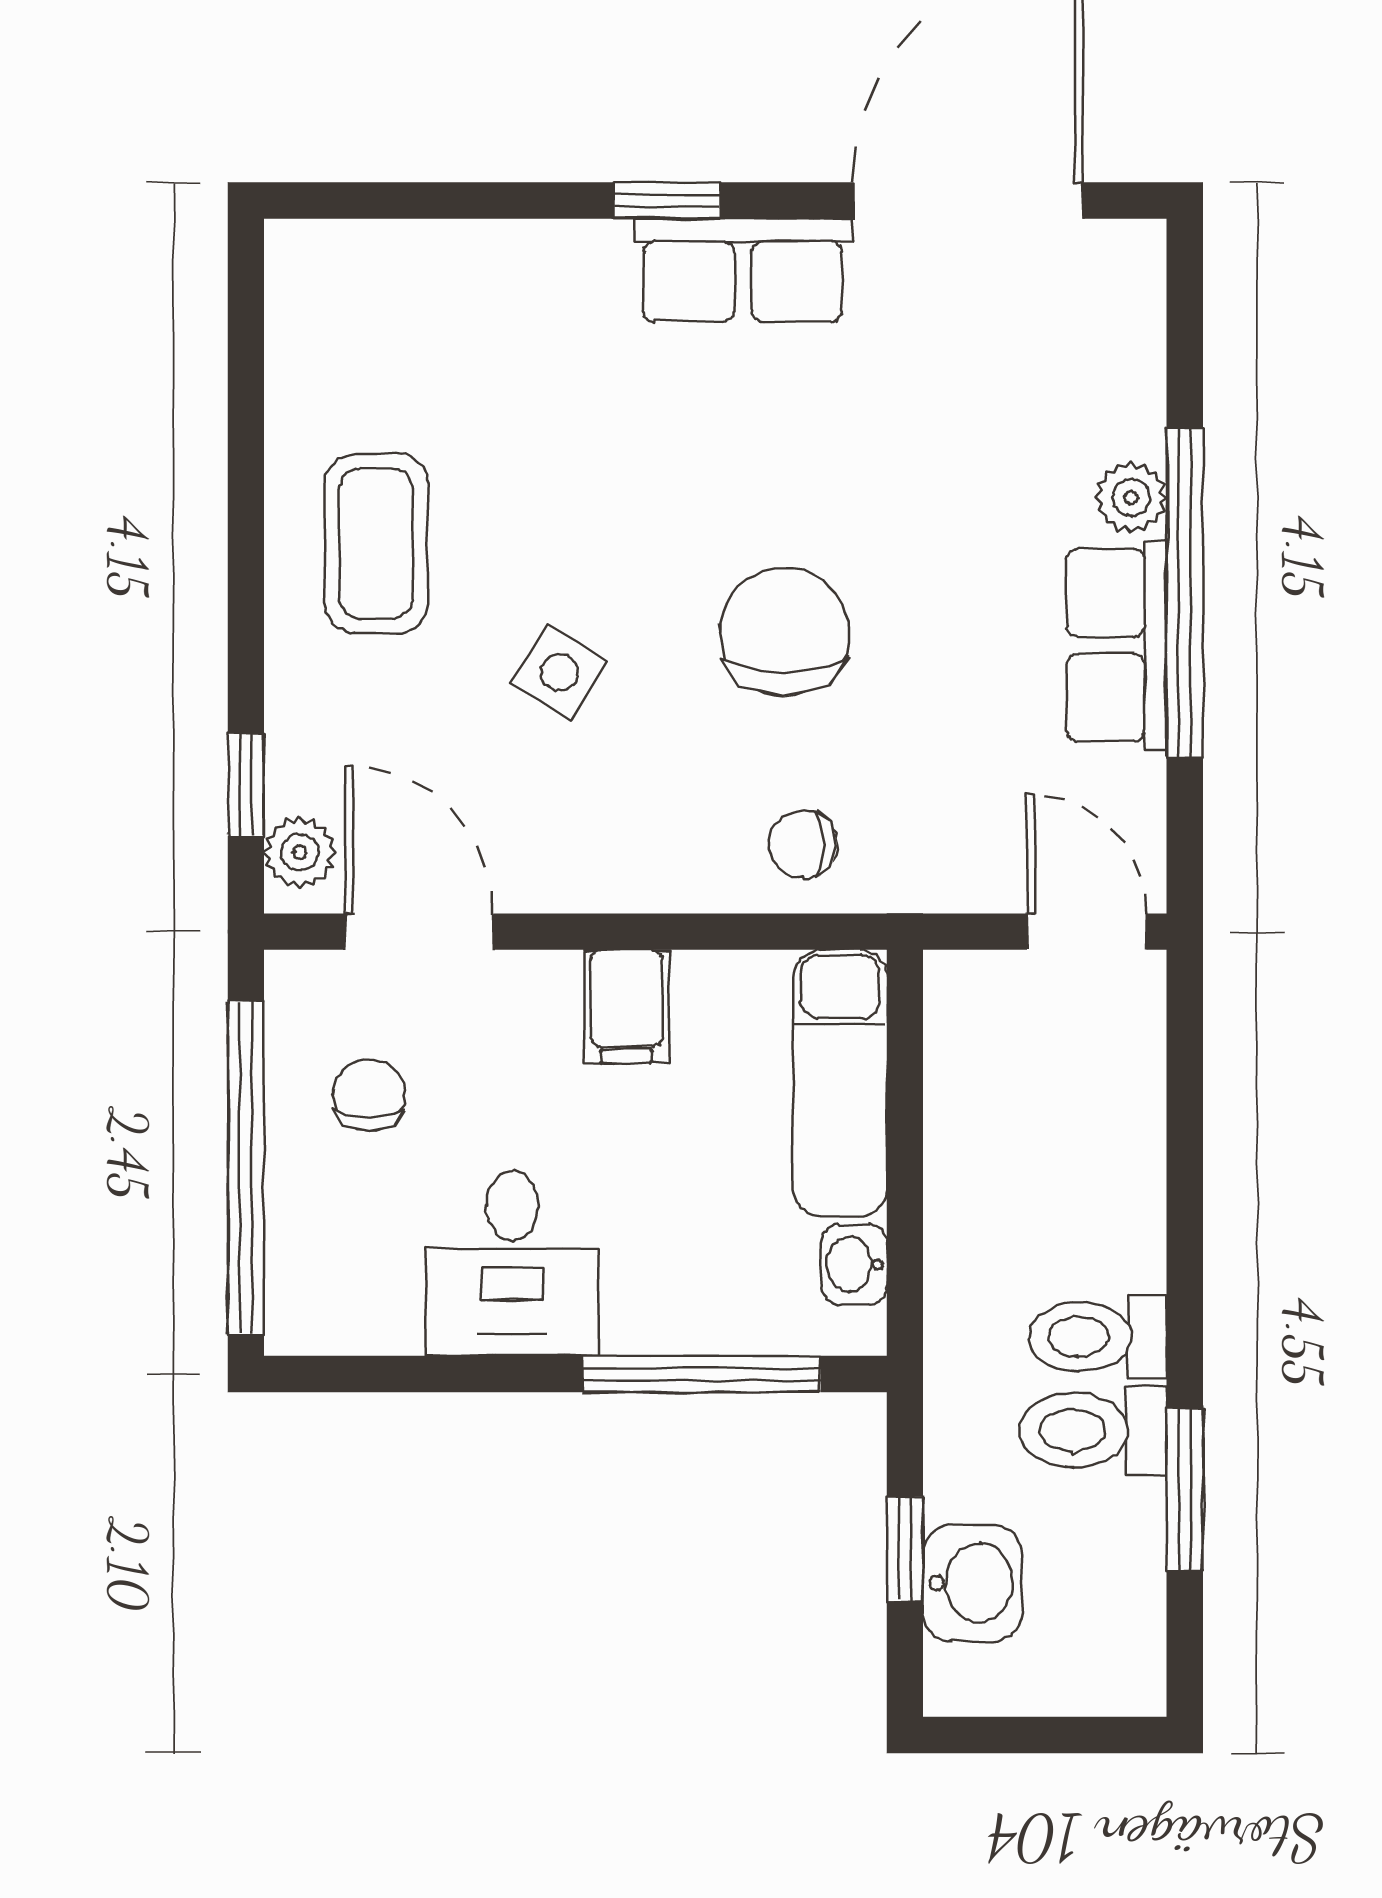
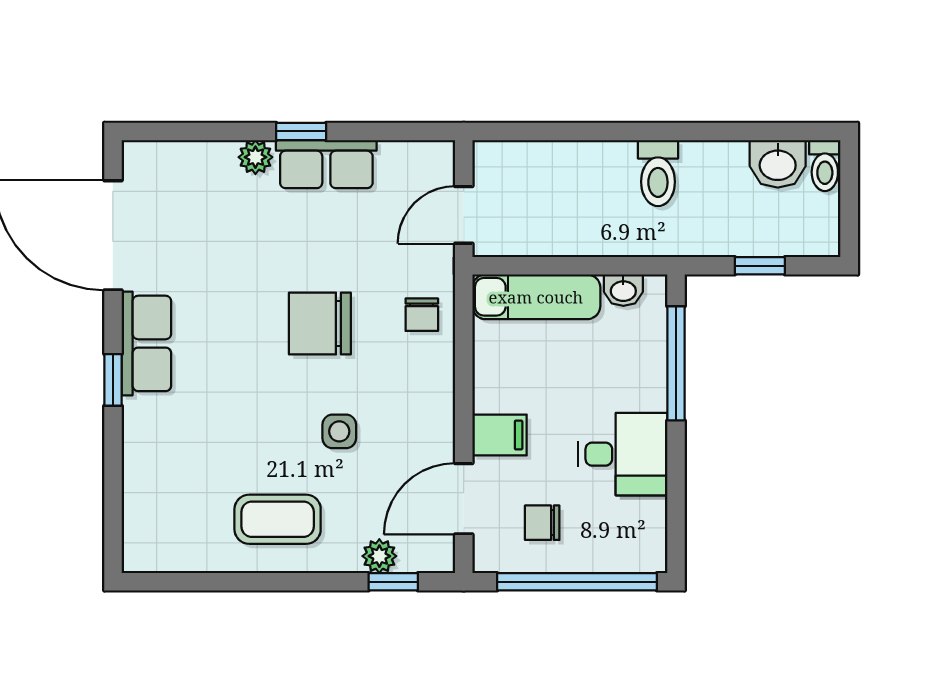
window: (1185, 593) -> (301, 131), width x0.32
side table: (559, 672) -> (339, 431), turned -32
plant: (300, 852) -> (379, 556), moved
door: (1087, 932) -> (464, 215), moved
filing cabinet: (626, 1006) -> (500, 435), moved
toilet: (1093, 1430) -> (825, 166), moved, width x0.73, depth x0.72
window: (1185, 1489) -> (731, 131), removed
washbasin: (972, 1583) -> (778, 164), moved, turned 180

